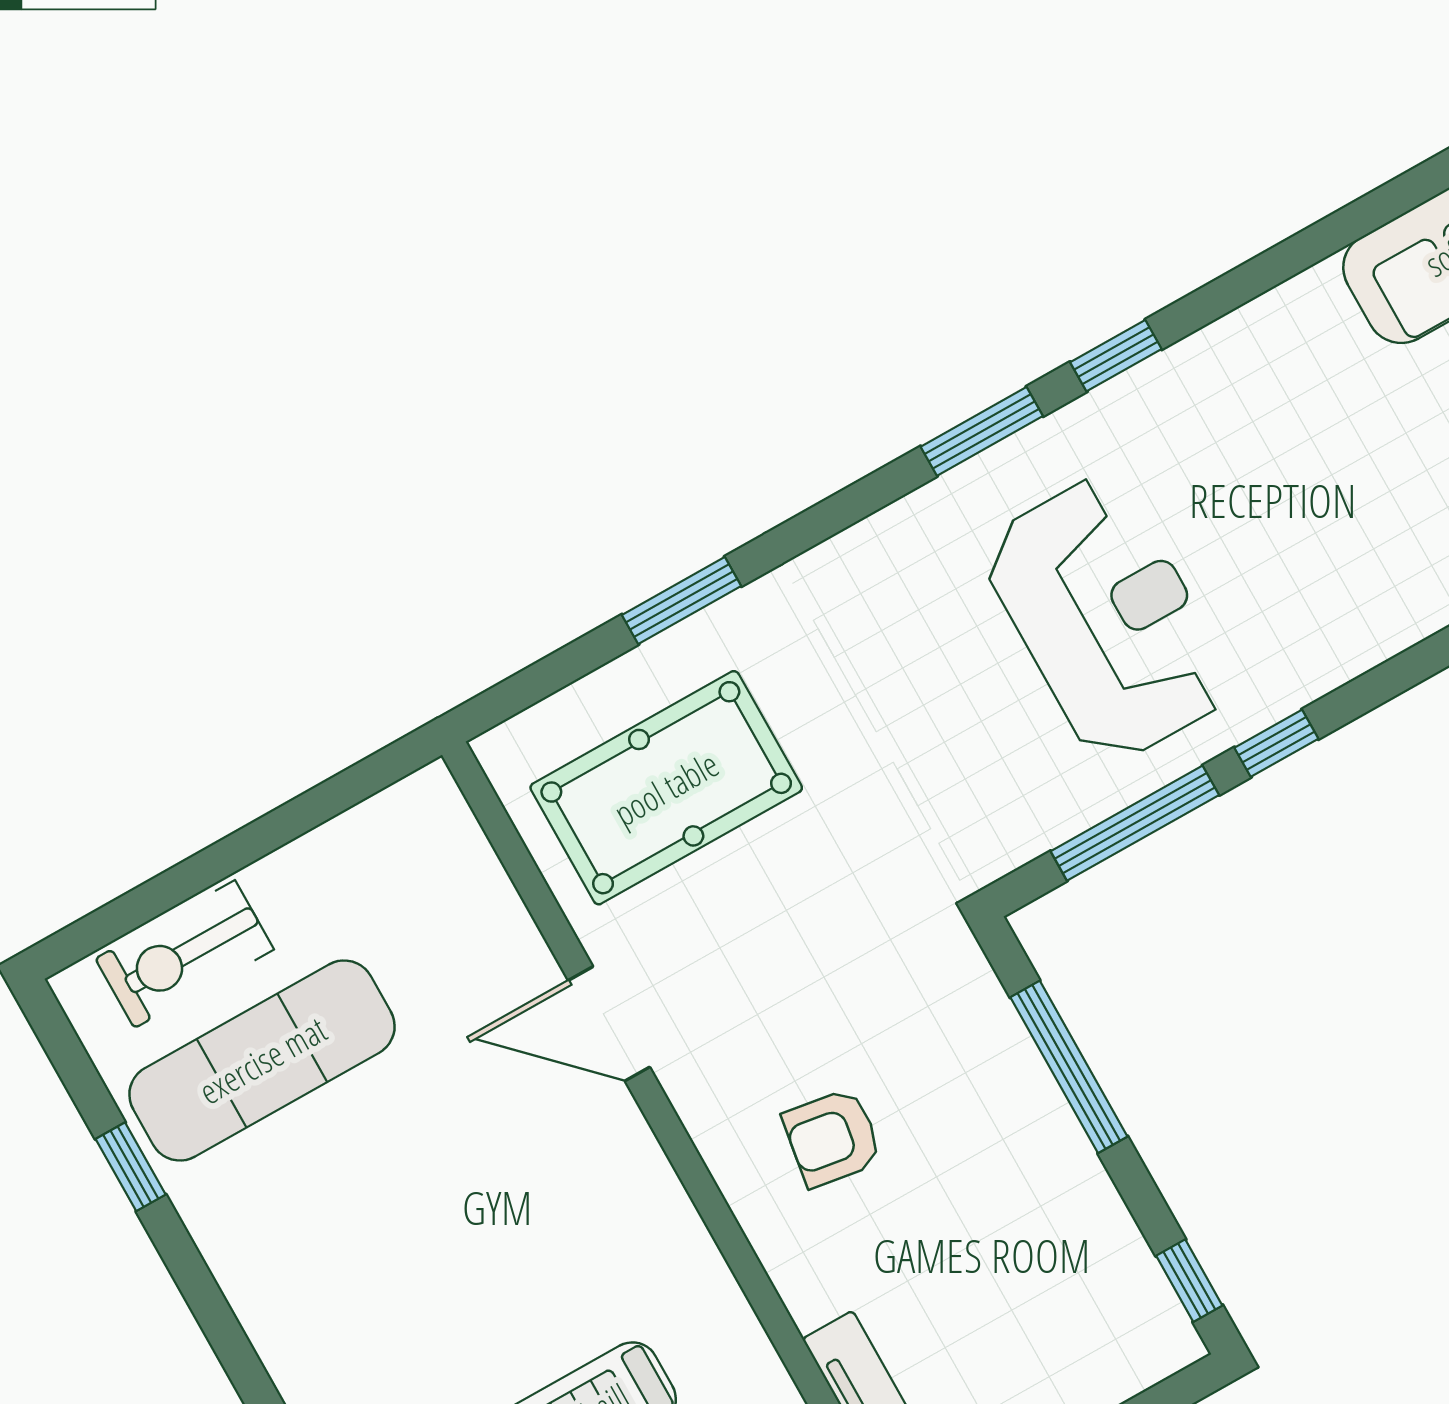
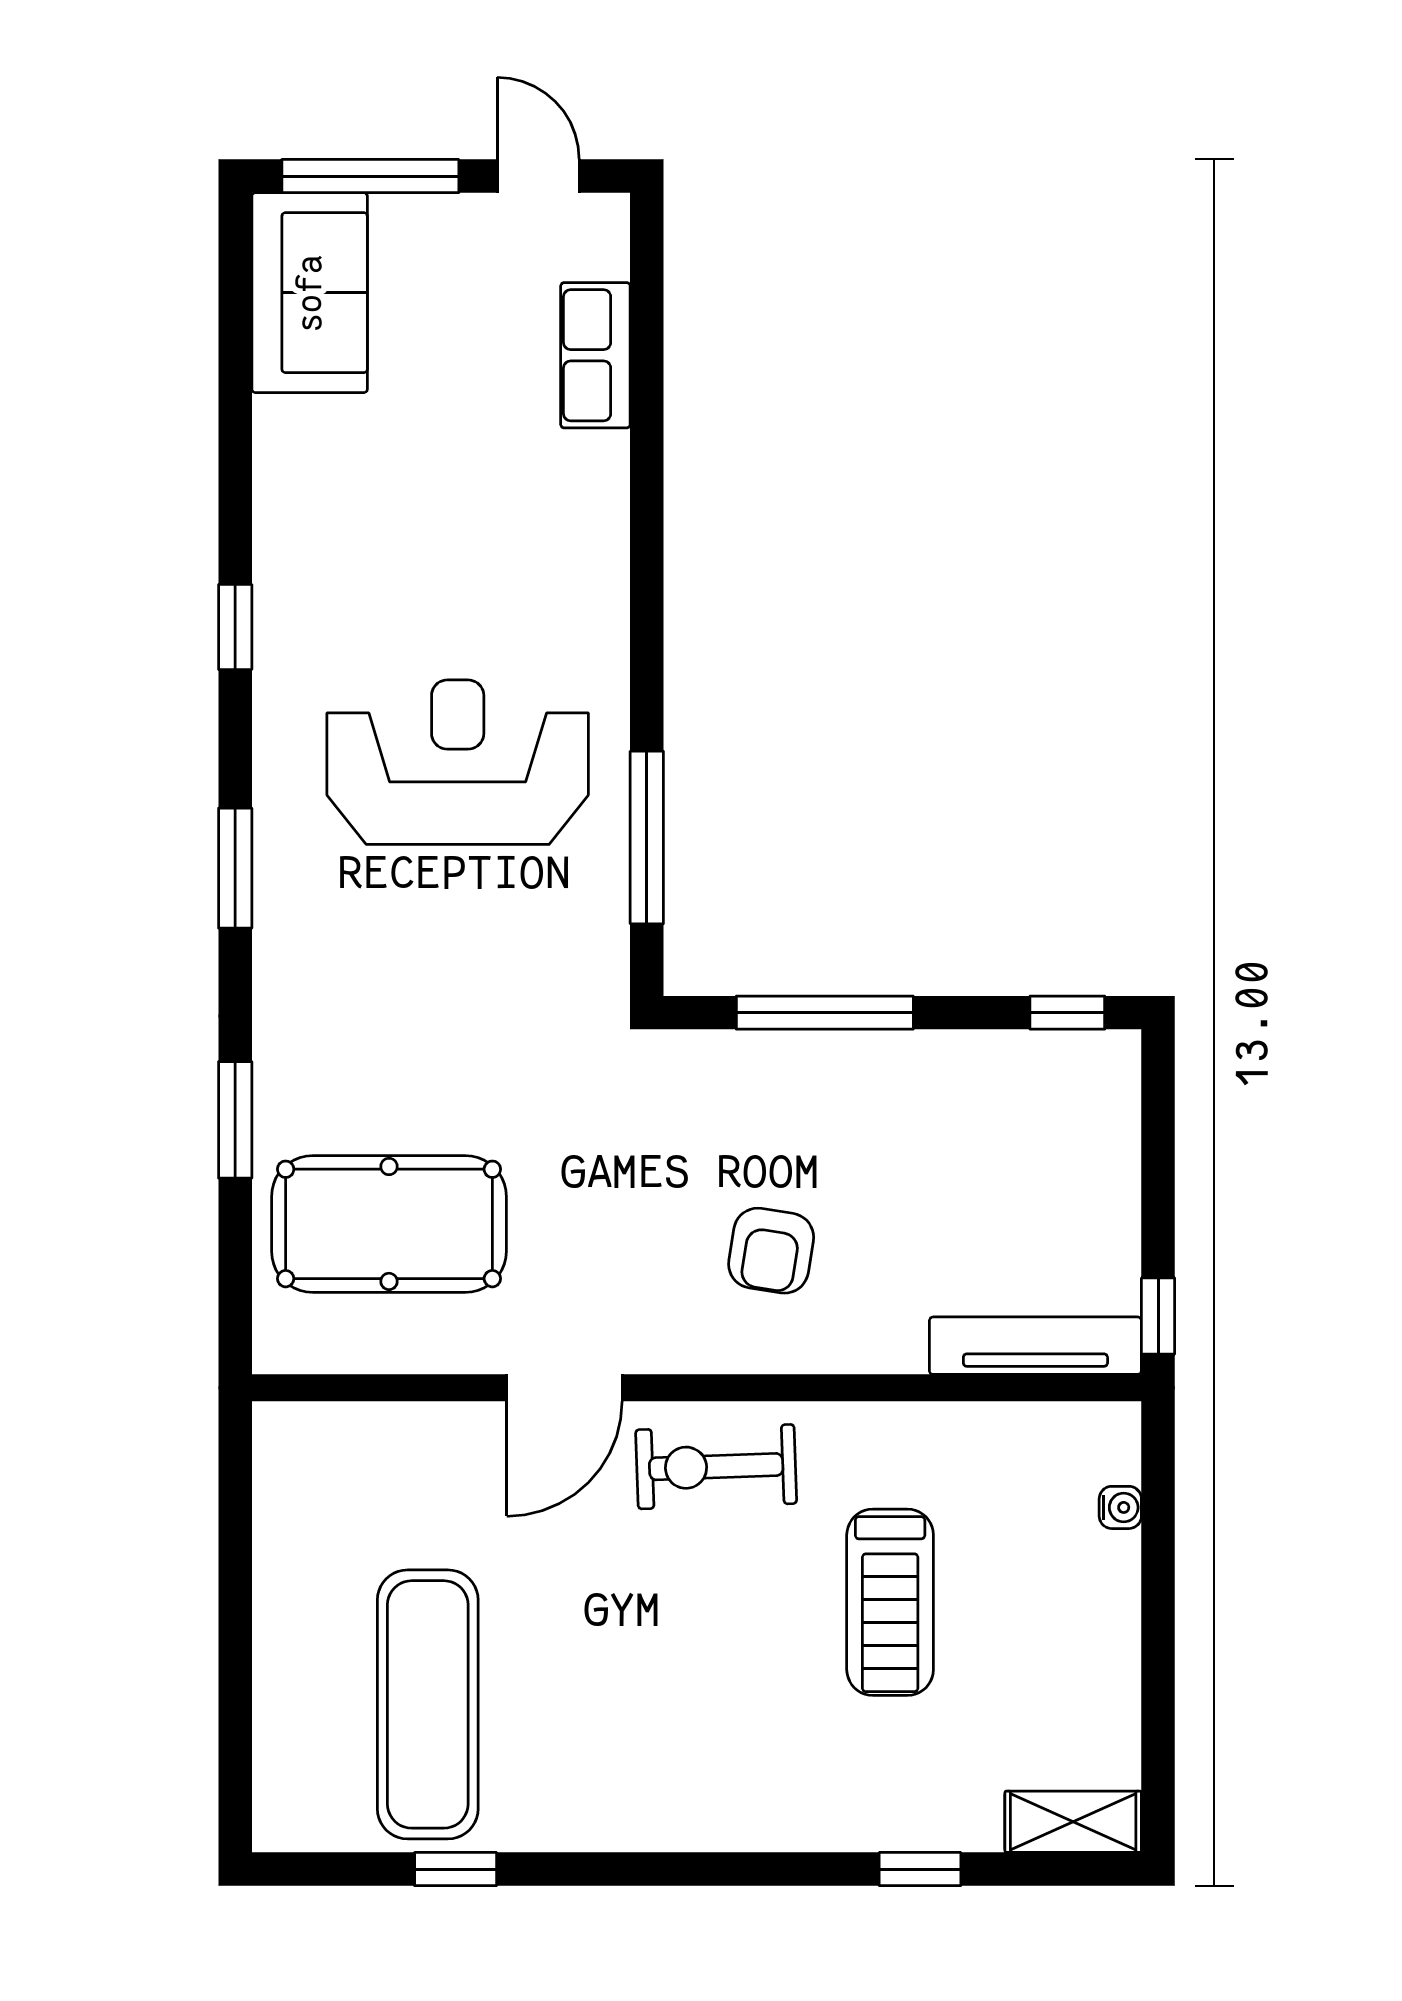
window: (982, 431) -> (235, 868), moved
window: (1276, 743) -> (647, 677), removed
pool table: (666, 788) -> (389, 1224), turned 90
exercise bike: (185, 954) -> (716, 1467), moved, turned 88

